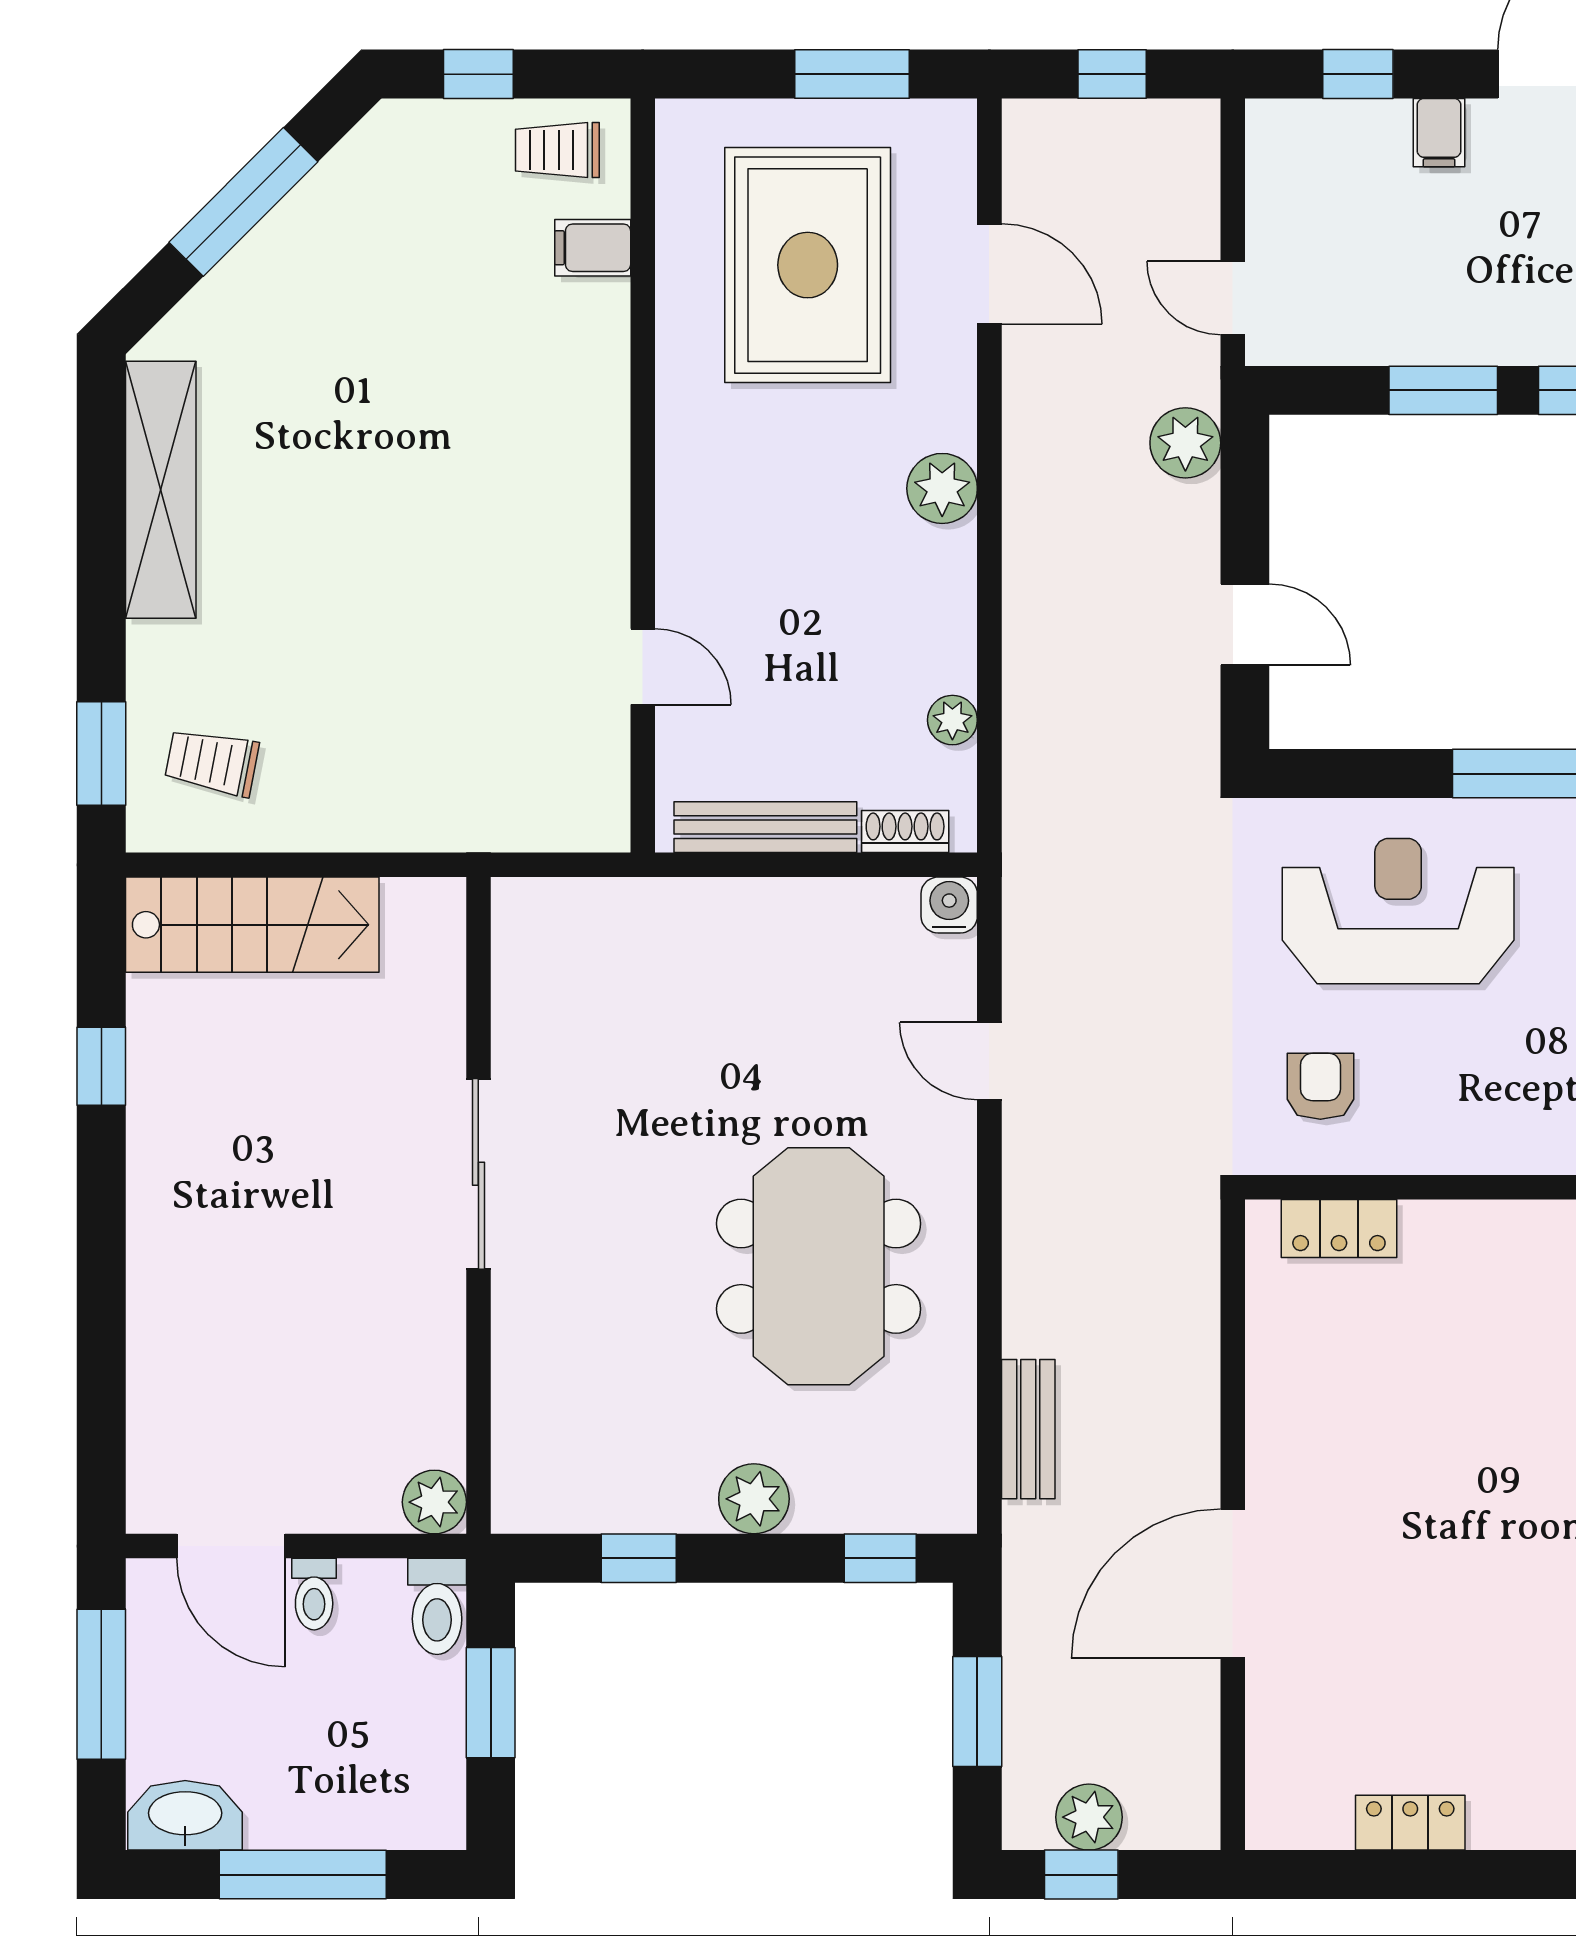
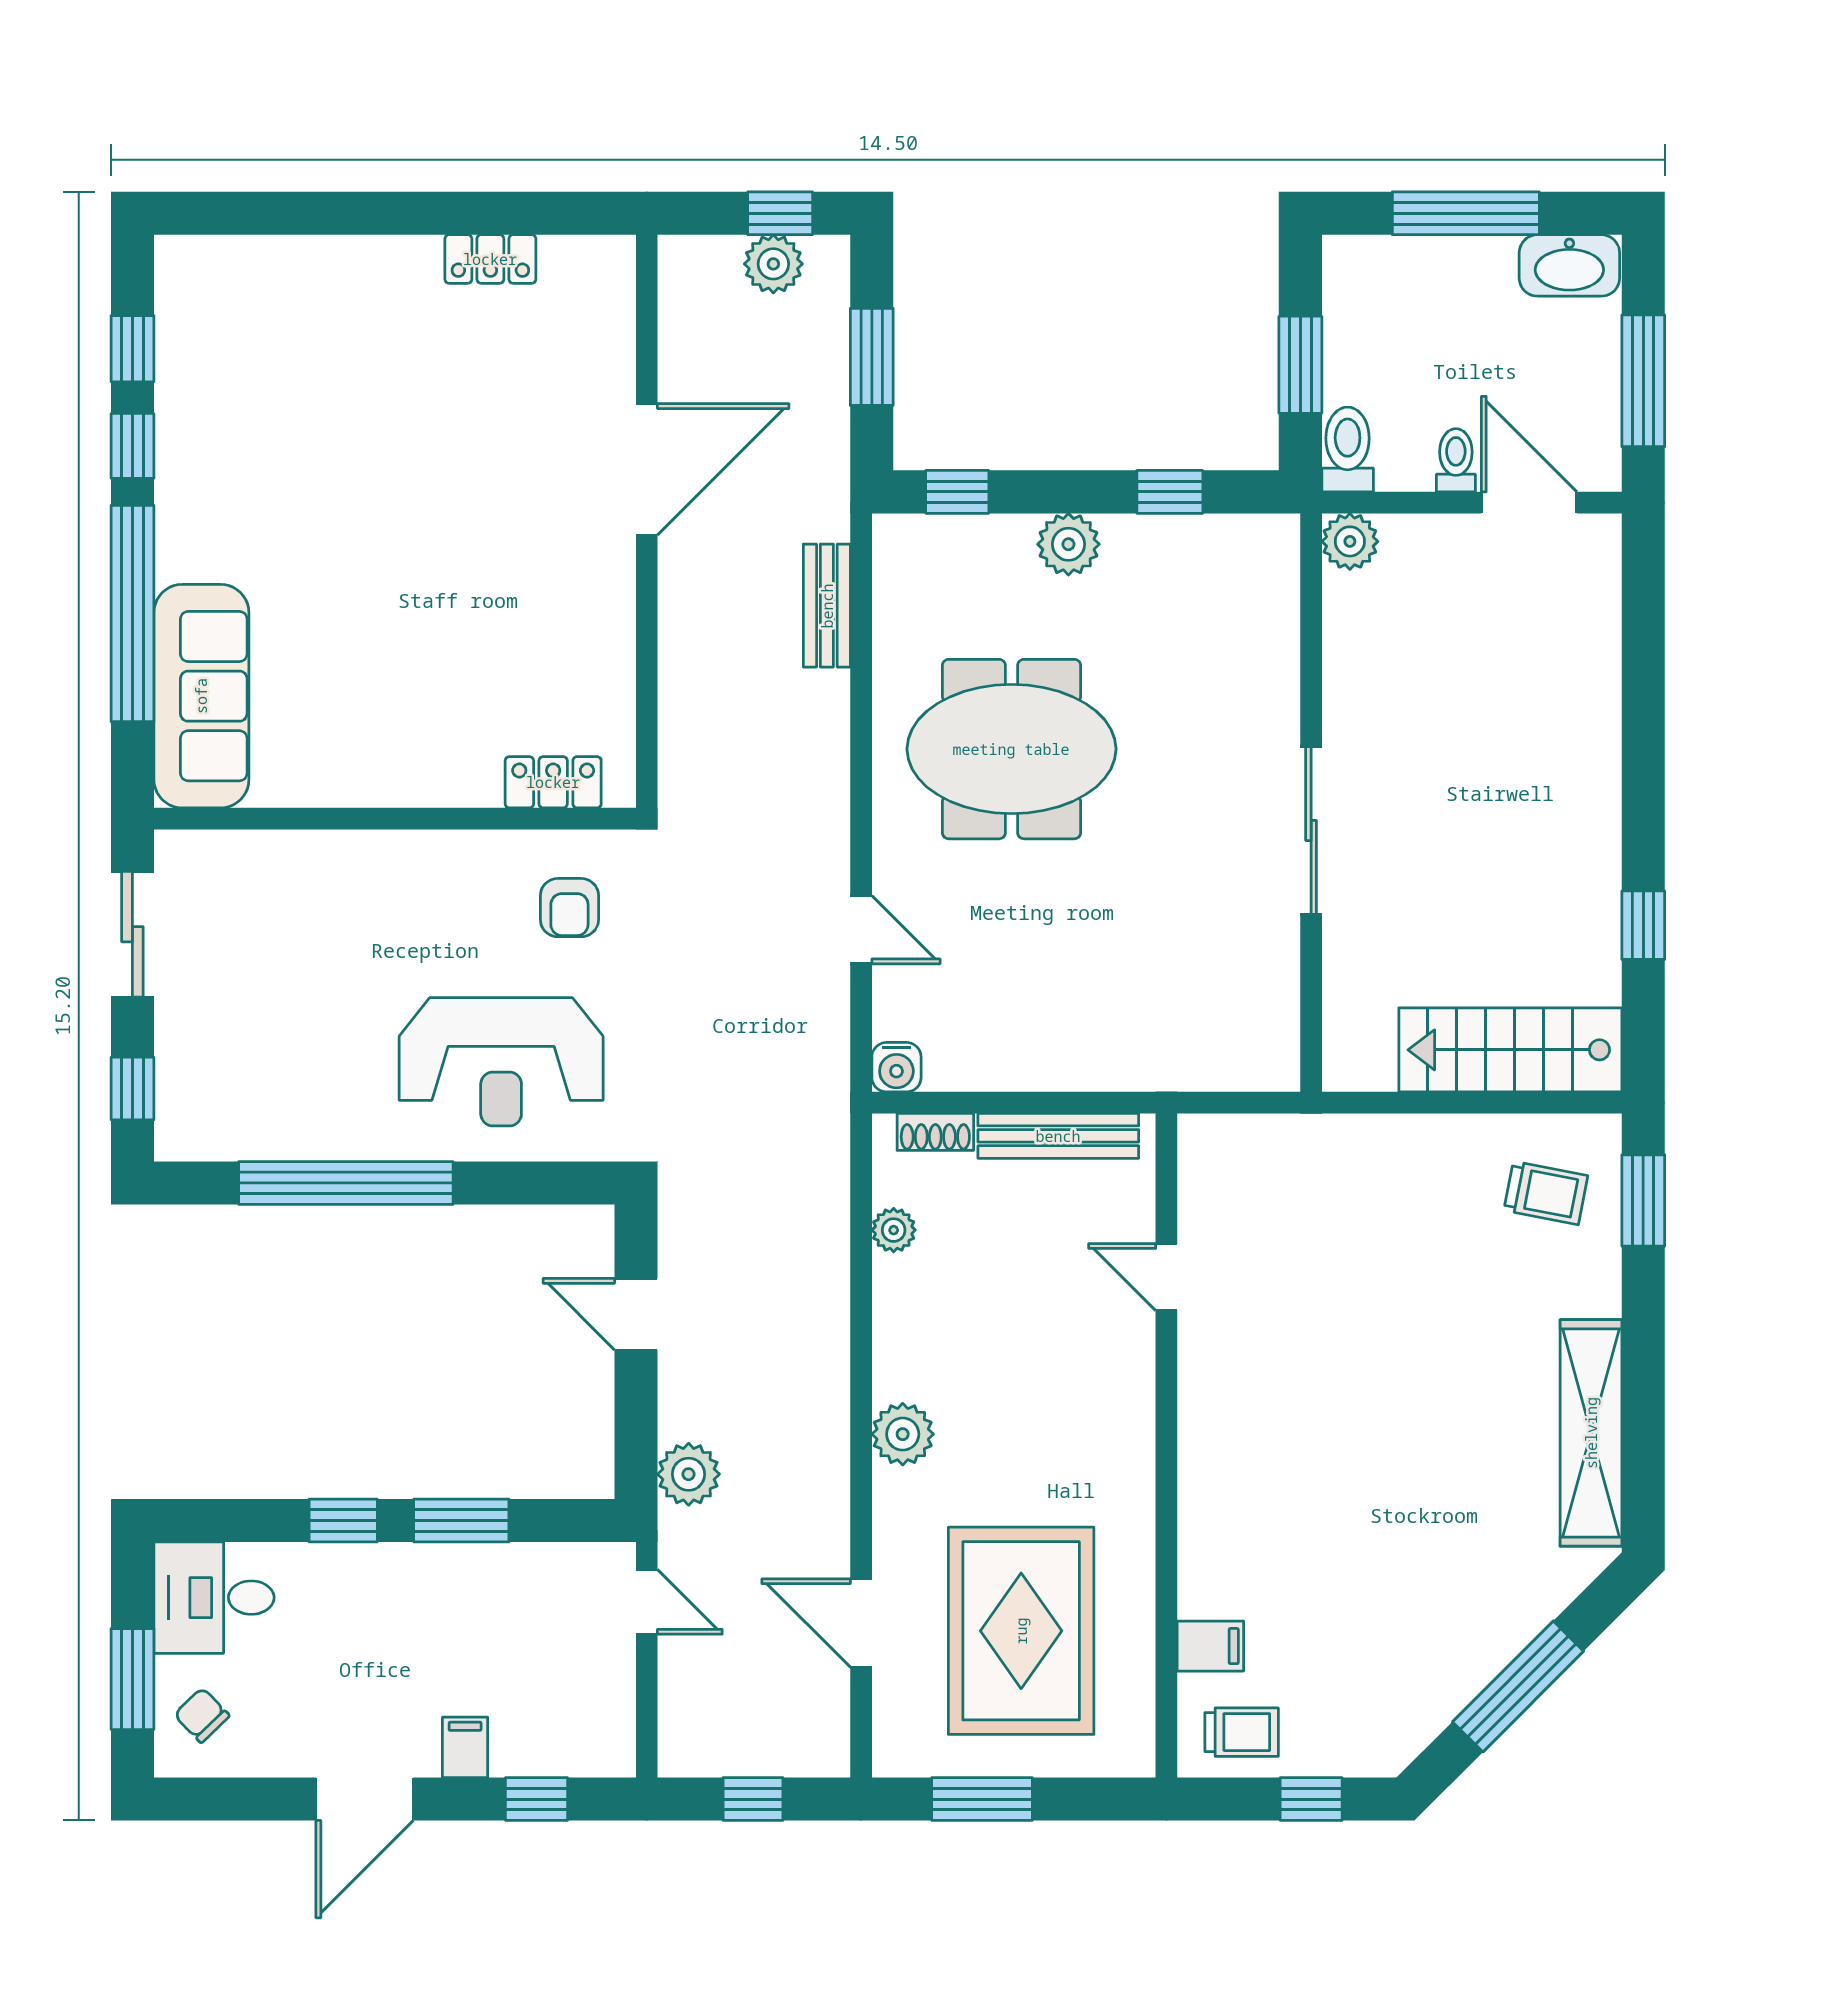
meeting table: (819, 1266) -> (1011, 749), turned 90

